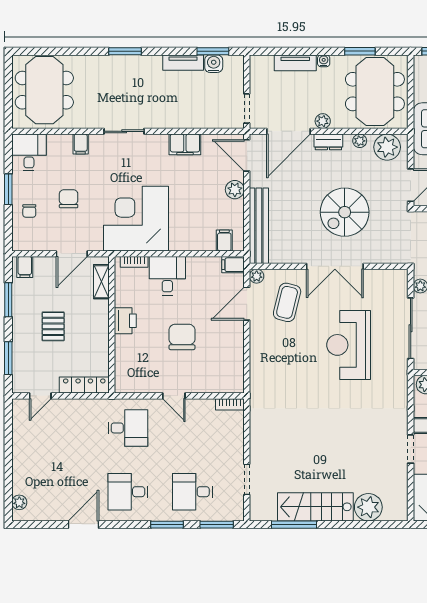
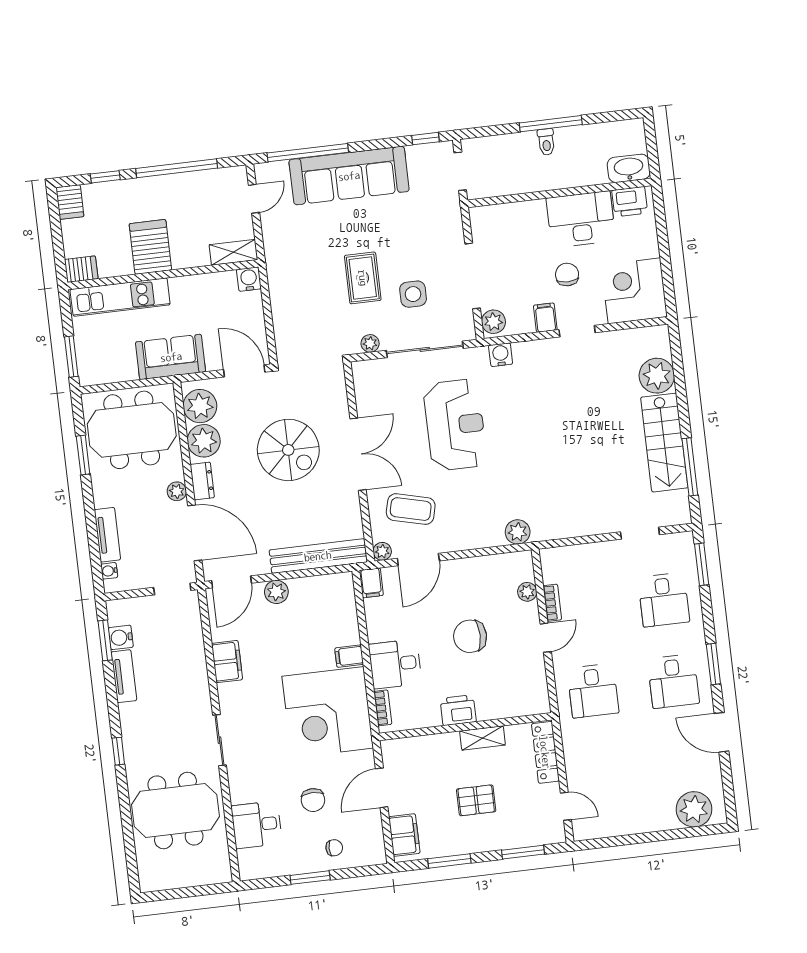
window: (125, 51) -> (118, 751), width x0.67
water cooler: (324, 61) -> (109, 571), moved
meeting table: (44, 90) -> (175, 810), moved
plant: (360, 141) -> (204, 441), width x1.87, depth x1.87
filing cabinet: (81, 144) -> (242, 793), removed
desk: (29, 152) -> (257, 825), moved
chair: (69, 199) -> (313, 800), turned -90
filing cabinet: (224, 240) -> (349, 656), moved
door: (72, 254) -> (382, 788), swing flipped
filing cabinet: (25, 267) -> (404, 835), width x2.00
shelving: (101, 282) -> (483, 738), moved
door: (247, 304) -> (418, 560), hinge flipped
reception desk: (349, 345) -> (455, 425), turned -90
plant: (259, 384) -> (518, 532), added
plant: (211, 386) -> (527, 592), added
water cooler: (399, 387) -> (501, 355), added
bookcase: (230, 404) -> (552, 603), moved
desk: (128, 428) -> (593, 691), turned 180
plant: (19, 502) -> (694, 809), width x1.88, depth x1.88
window: (167, 525) -> (713, 664), moved

